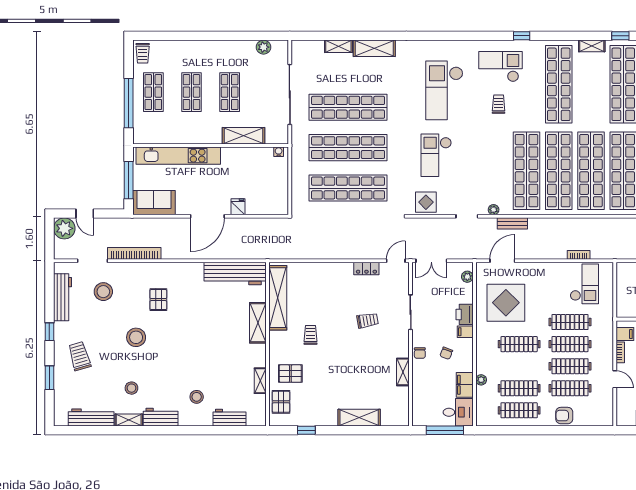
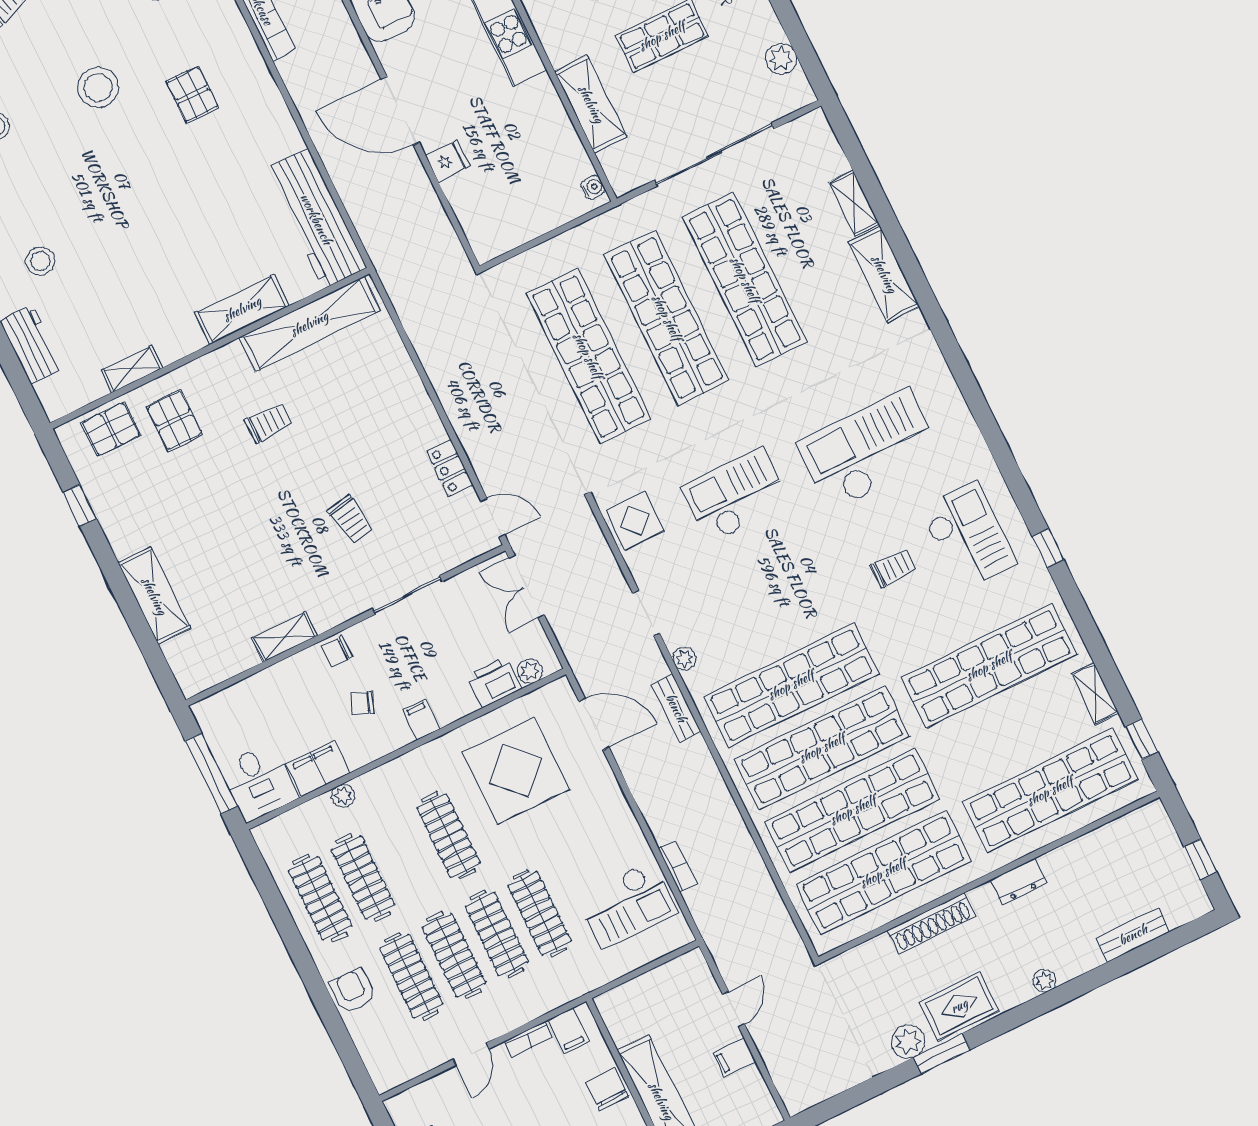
pallet: (158, 300) -> (192, 95), turned 90
printer: (465, 314) -> (494, 682), moved

